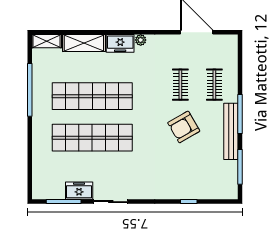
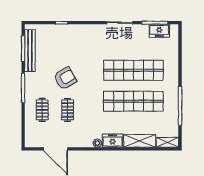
bench: (231, 131) -> (30, 51), moved
freezer: (79, 191) -> (159, 31), moved

